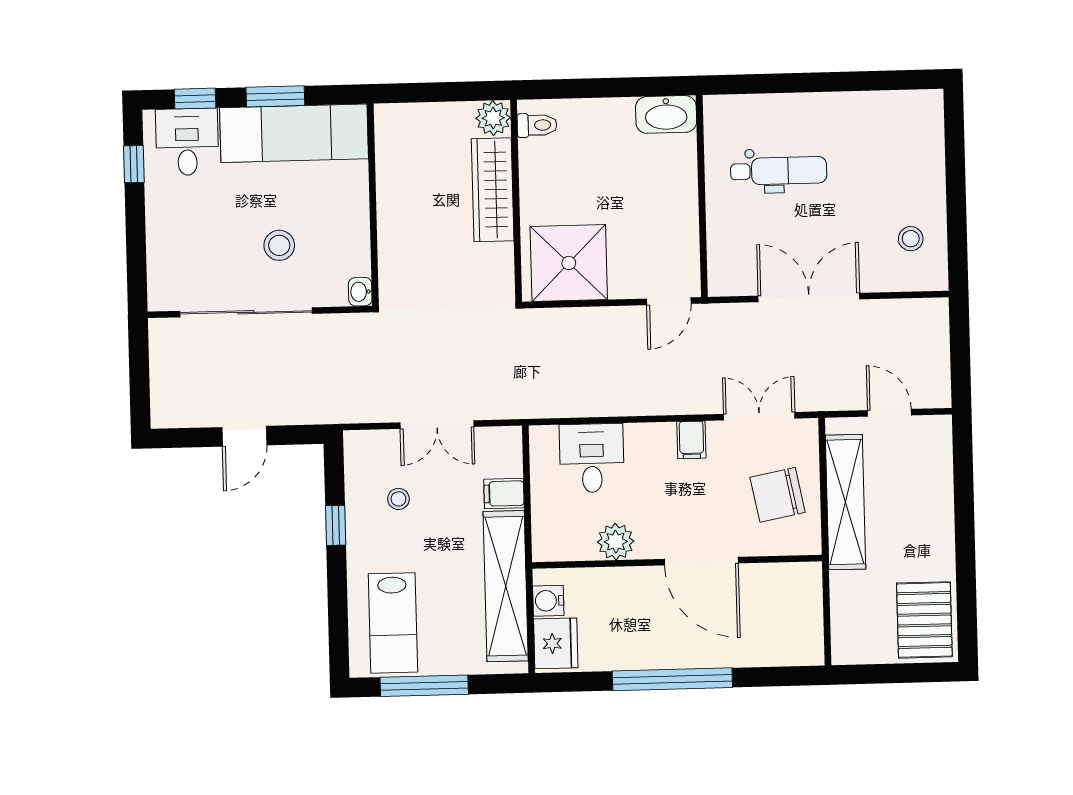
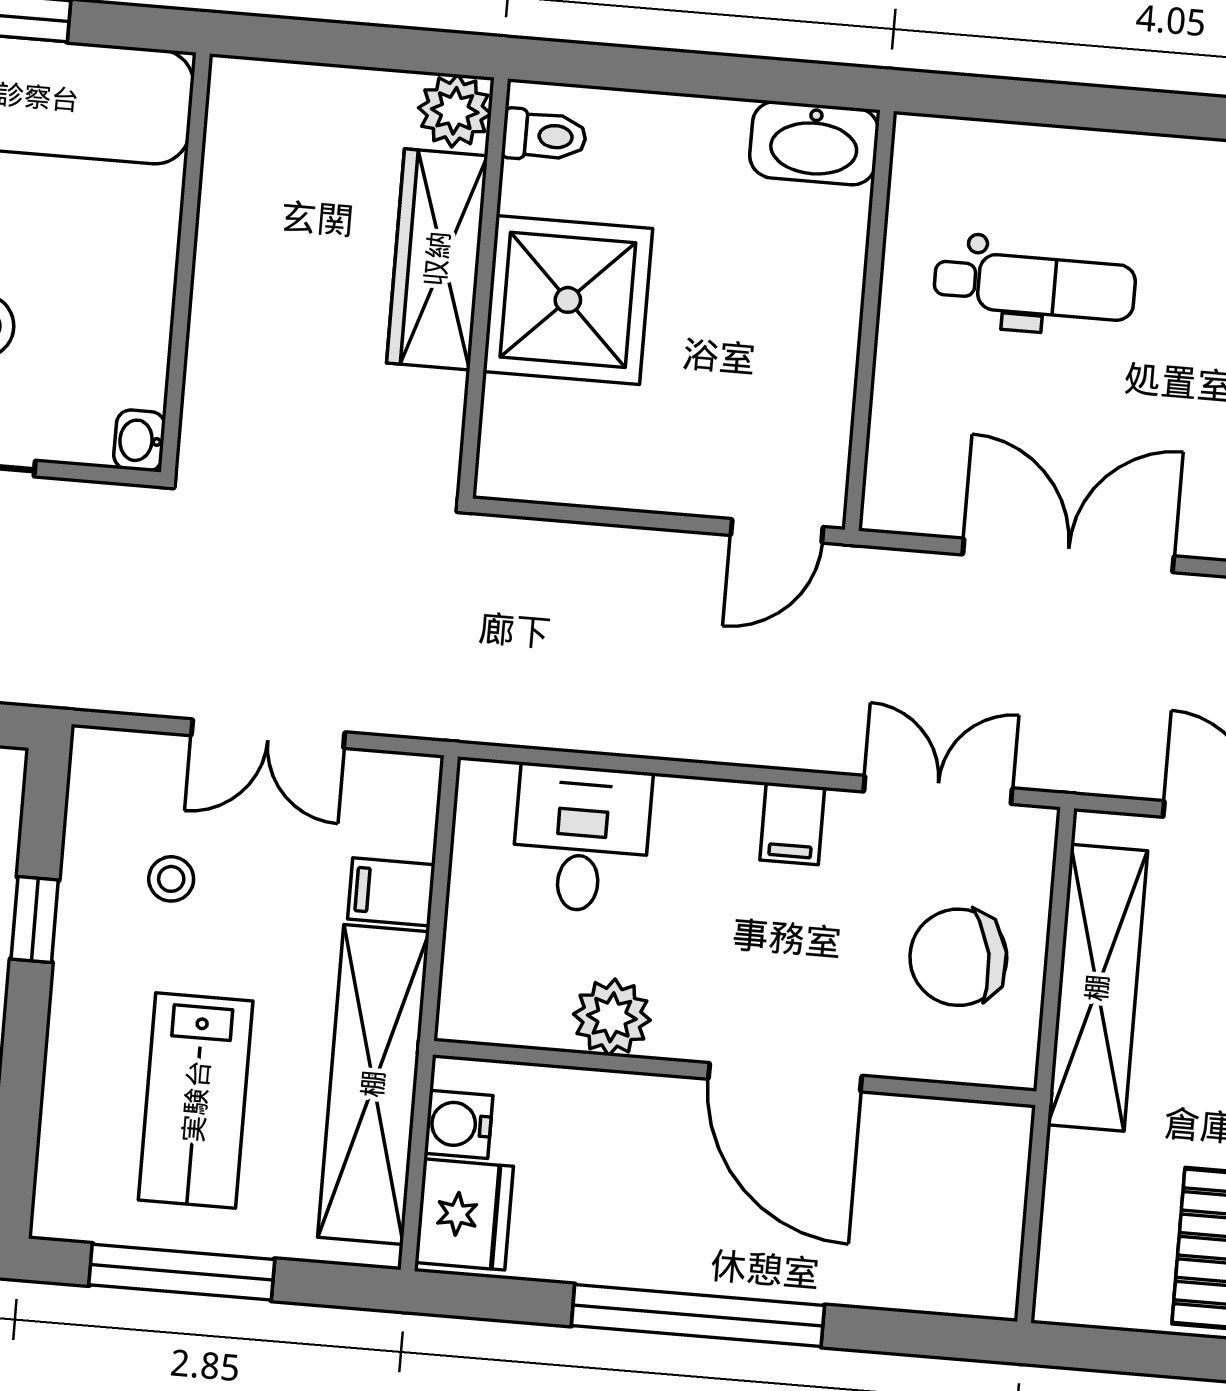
shower: (569, 263) -> (568, 300), moved
lab bench: (393, 623) -> (196, 1101), moved

